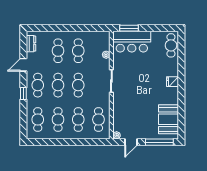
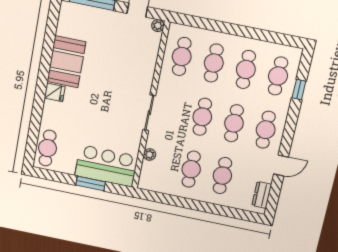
window: (129, 28) -> (91, 183), moved
window: (23, 94) -> (299, 90), moved
booth: (169, 119) -> (66, 62), moved

